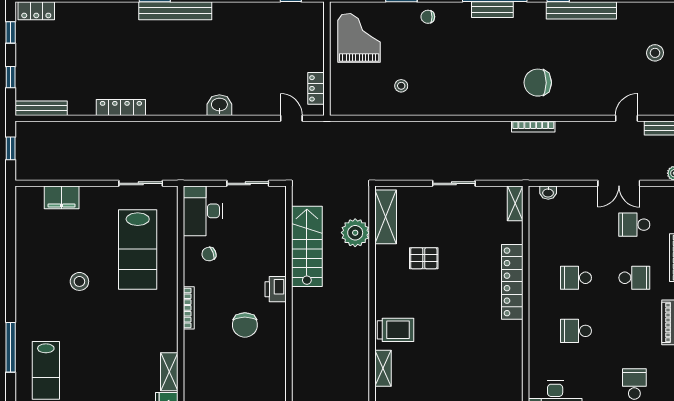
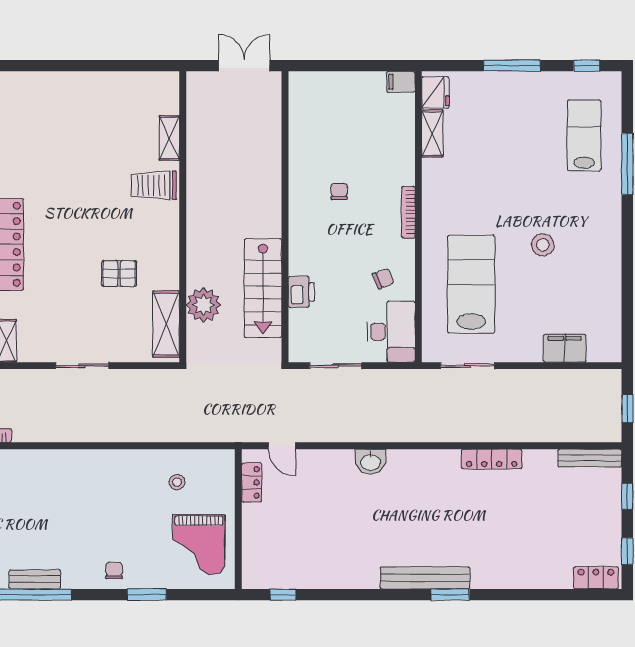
chair: (428, 17) -> (114, 571), turned -90
stool: (401, 86) -> (177, 482), moved
printer: (276, 289) -> (301, 292), moved
chair: (245, 325) -> (339, 191), width x0.54, depth x0.54

